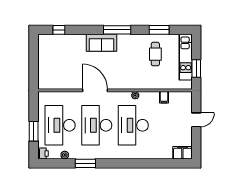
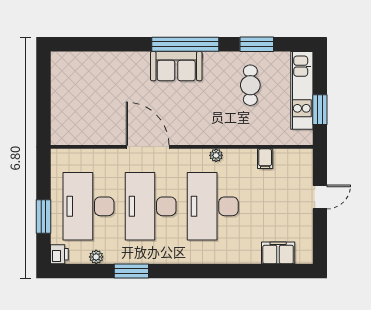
window: (59, 30) -> (86, 44), removed
window: (117, 30) -> (185, 44), width x1.46
sofa: (101, 43) -> (176, 66), moved
filing cabinet: (182, 153) -> (278, 253), moved

